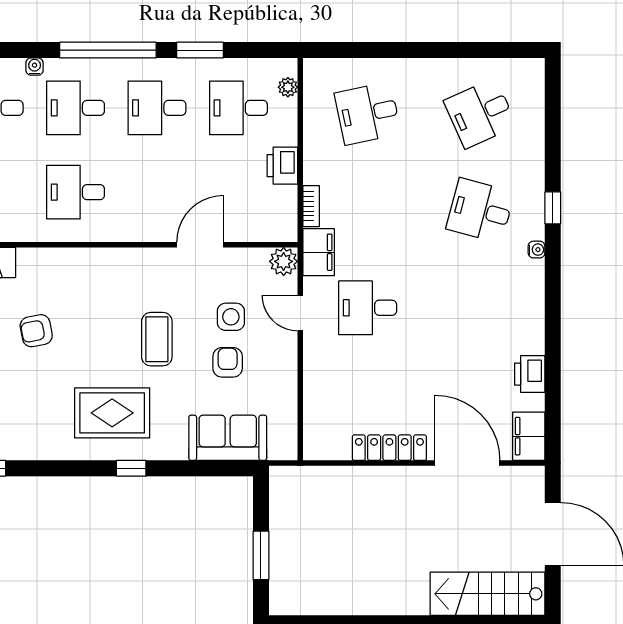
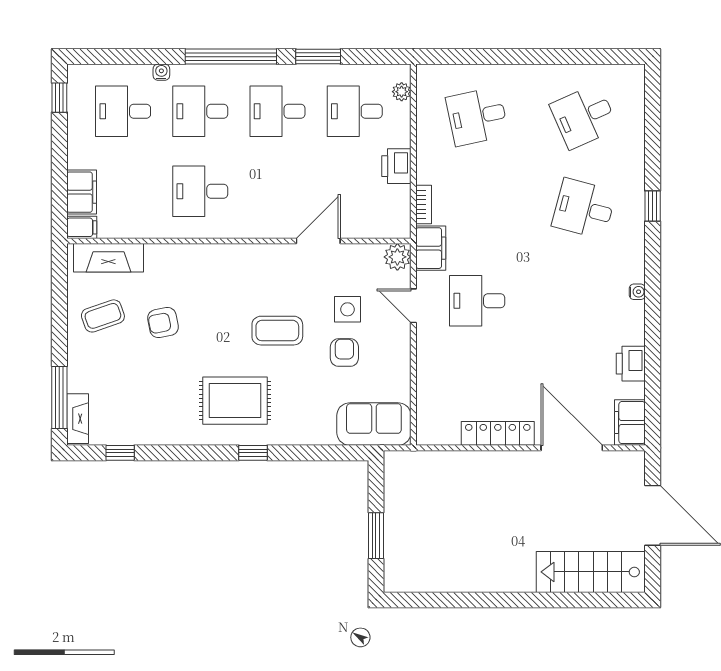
water cooler: (537, 250) -> (637, 292), moved
coffee table: (157, 339) -> (277, 331), turned 90
sofa: (228, 438) -> (374, 424), moved

